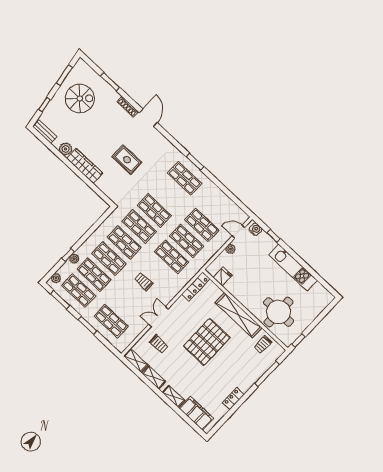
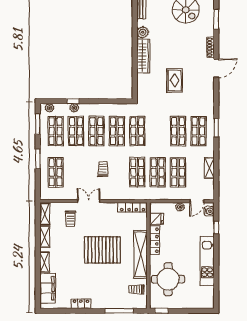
shelving: (222, 197) -> (209, 168), added
shop shelf: (154, 210) -> (178, 131), moved
door: (238, 232) -> (197, 201), swing flipped
locker: (238, 294) -> (154, 240), added

